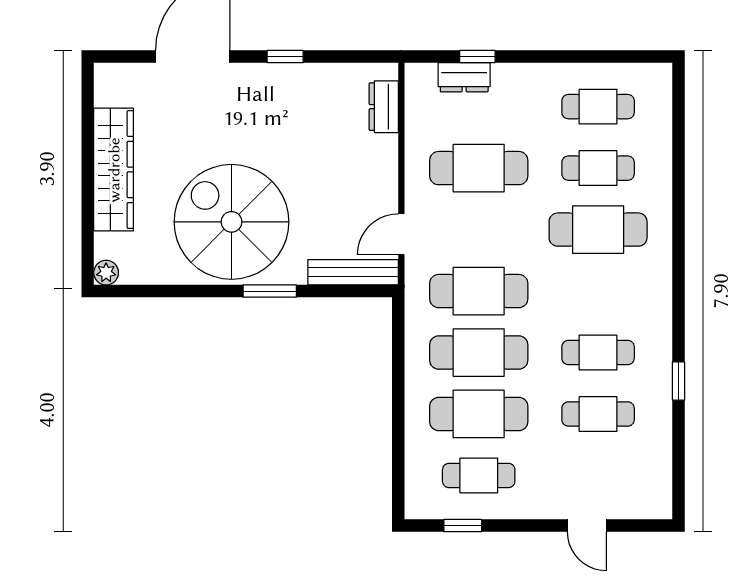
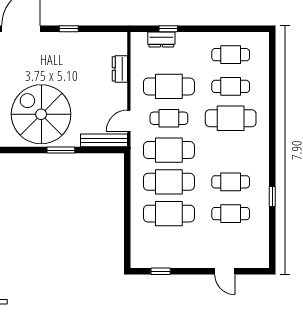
dresser: (384, 107) -> (120, 69), moved
cafe table: (479, 475) -> (169, 118), moved

